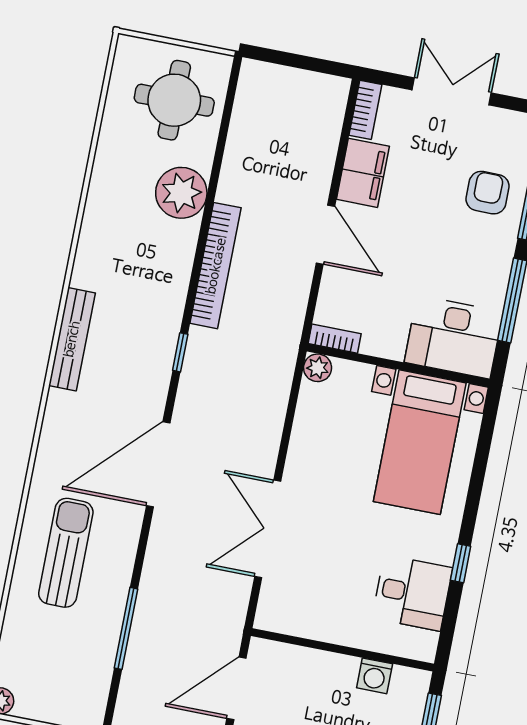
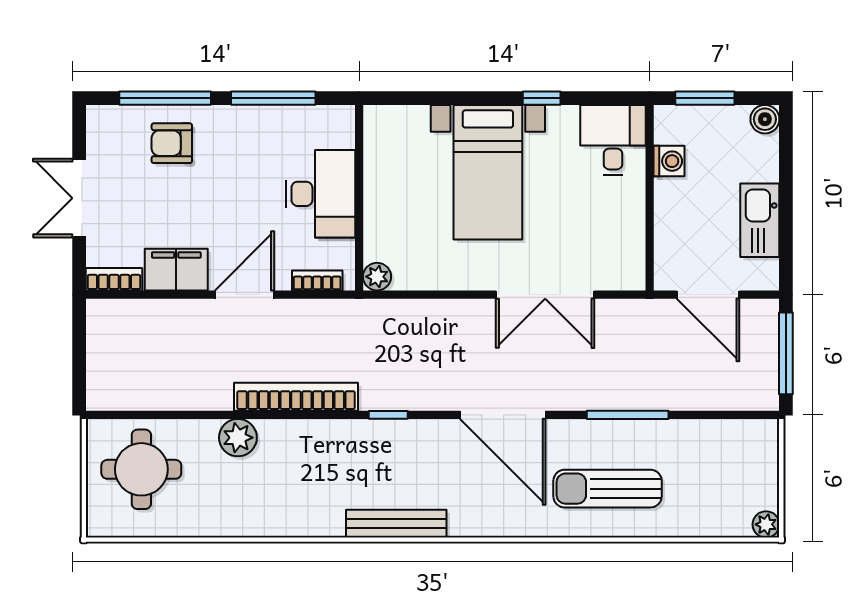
plant: (181, 193) -> (238, 438), width x0.73, depth x0.73
desk: (454, 337) -> (321, 194), moved
bookcase: (335, 339) -> (317, 281), moved, turned 90
bed with nightstands: (420, 442) -> (488, 172), moved, turned 90
desk: (412, 593) -> (613, 140), moved
window: (126, 628) -> (628, 415), moved

